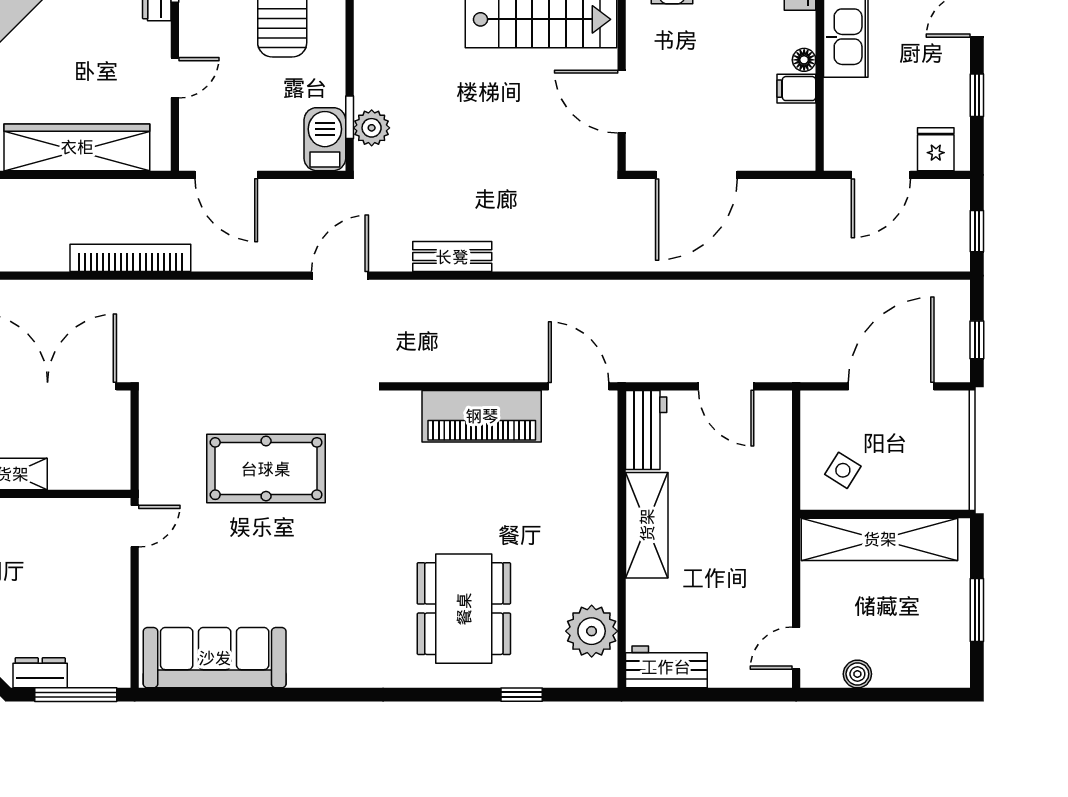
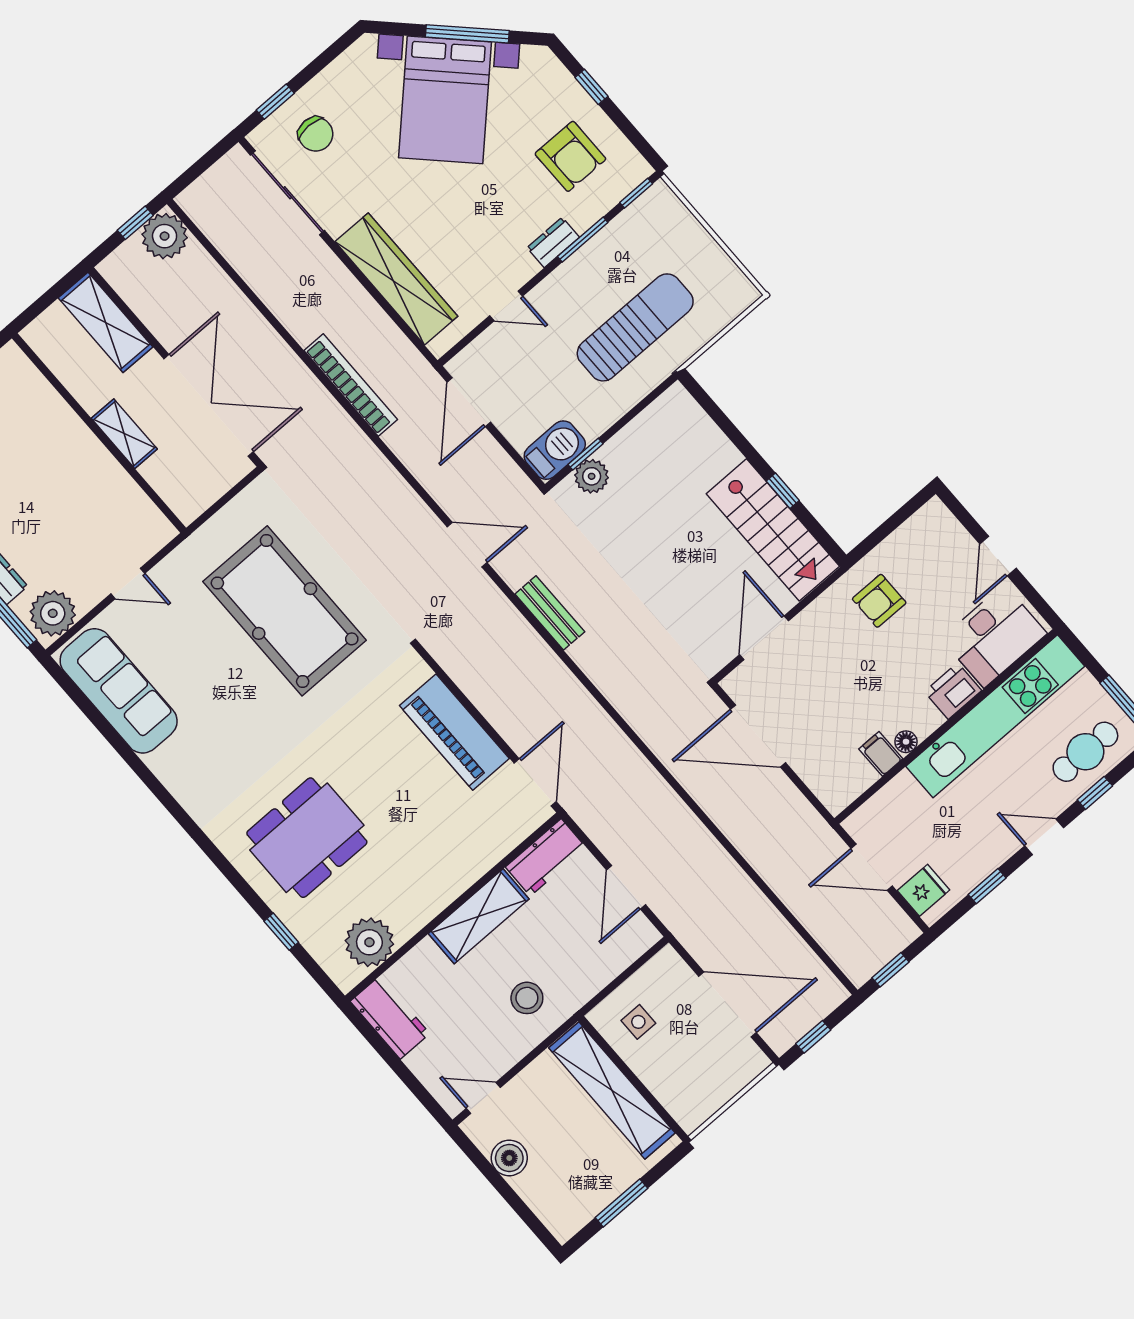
pool table: (266, 469) -> (285, 611), width x1.36, depth x1.32
side table: (843, 470) -> (638, 1022), turned -32
door: (135, 526) -> (128, 583), moved
stool: (746, 543) -> (527, 998), added
plant: (106, 657) -> (53, 613), added
boiler: (857, 674) -> (509, 1158), width x1.36, depth x1.36

